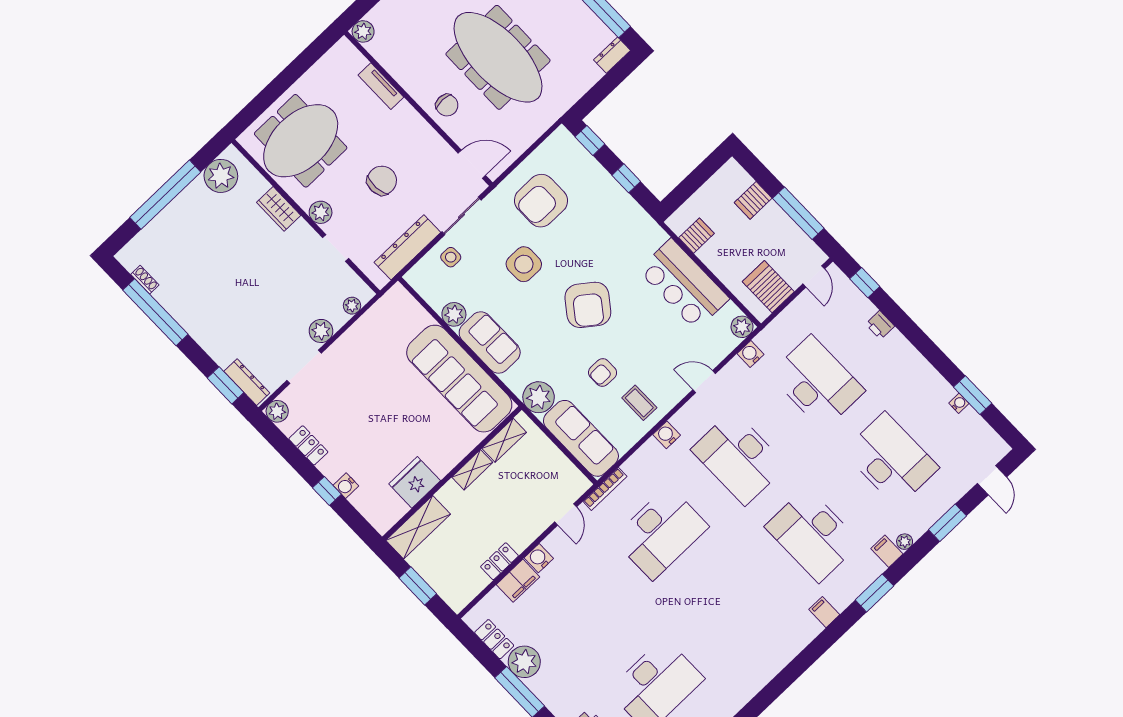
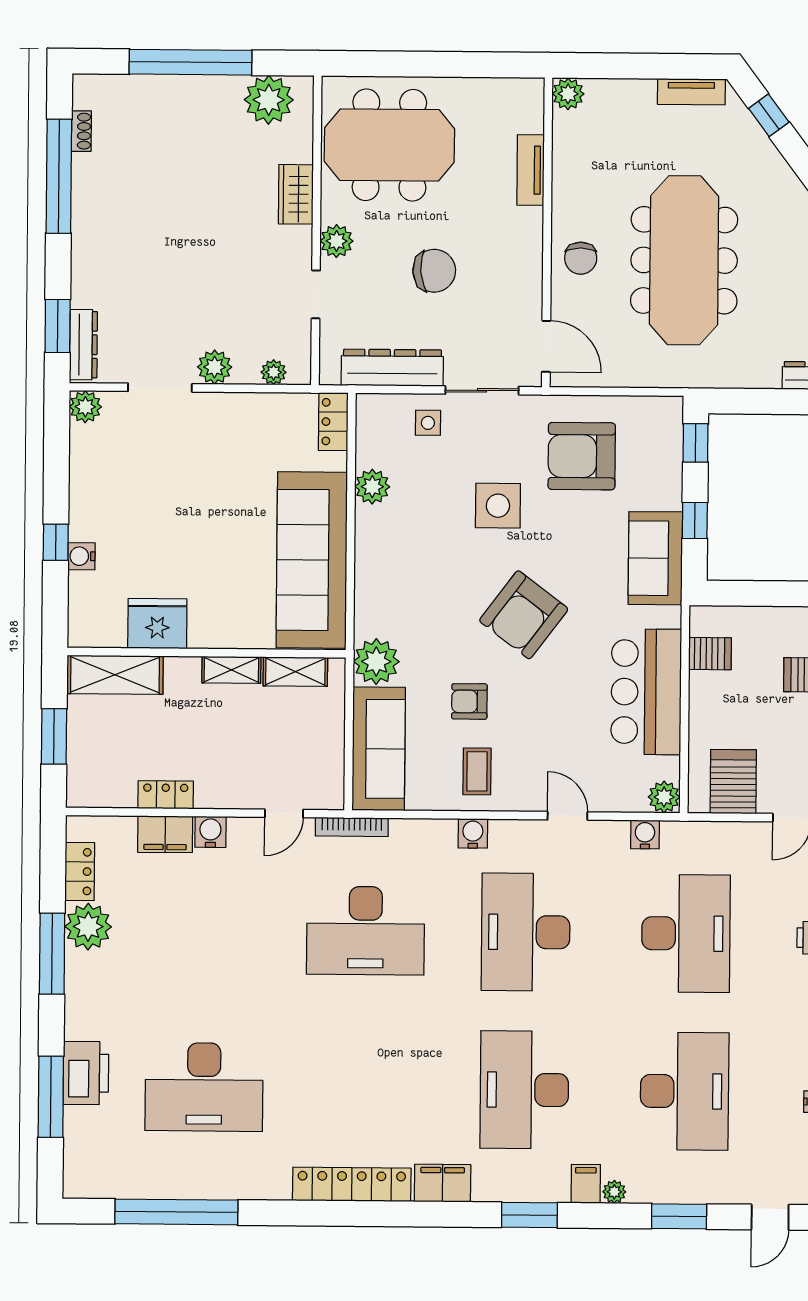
sofa: (490, 343) -> (655, 558), moved, turned 180
locker: (308, 445) -> (333, 422), moved, turned 180
filing cabinet: (824, 612) -> (443, 1183), width x2.00
locker: (774, 662) -> (352, 1184), added

